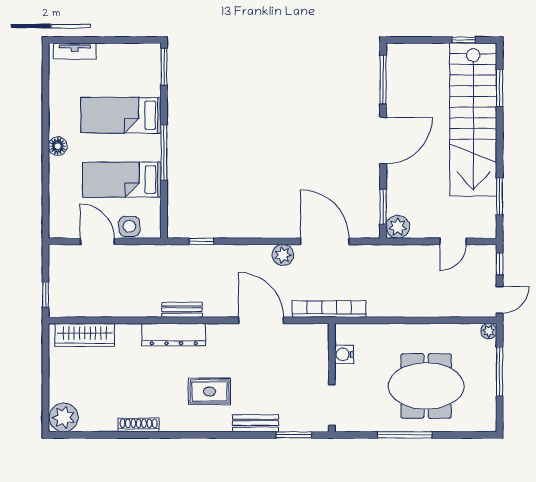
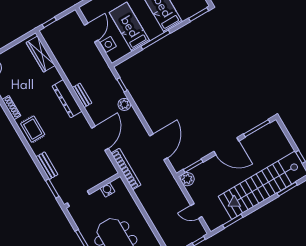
plant: (283, 255) -> (124, 104), moved
rug: (209, 391) -> (33, 129), moved

